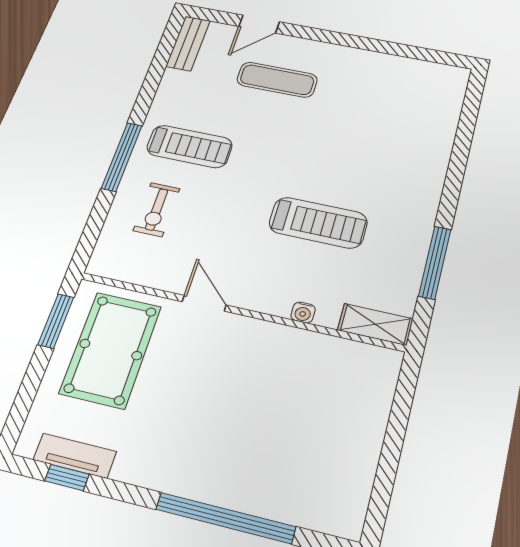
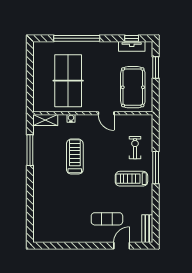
treadmill: (318, 223) -> (75, 157), turned 90
window: (56, 321) -> (156, 67), moved
table tennis table: (284, 408) -> (68, 81), added

